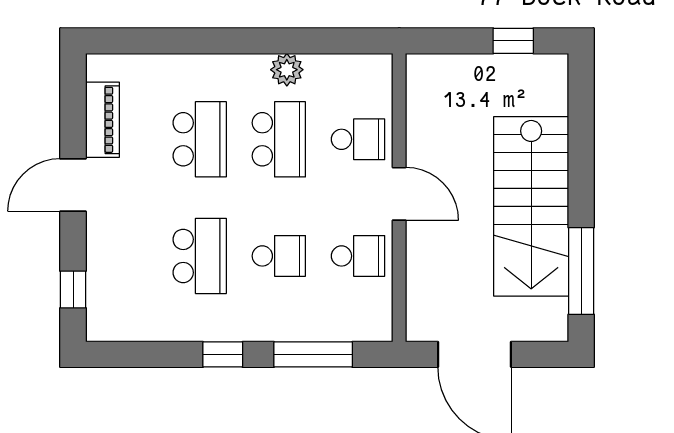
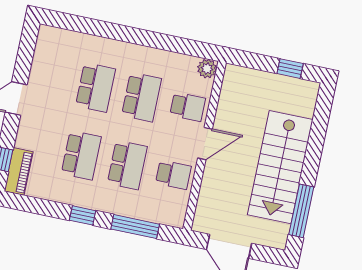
plant: (287, 70) -> (207, 69), moved
piano: (102, 120) -> (19, 171), moved
door: (399, 194) -> (205, 144), hinge flipped
school desk: (279, 256) -> (127, 165), width x1.85

